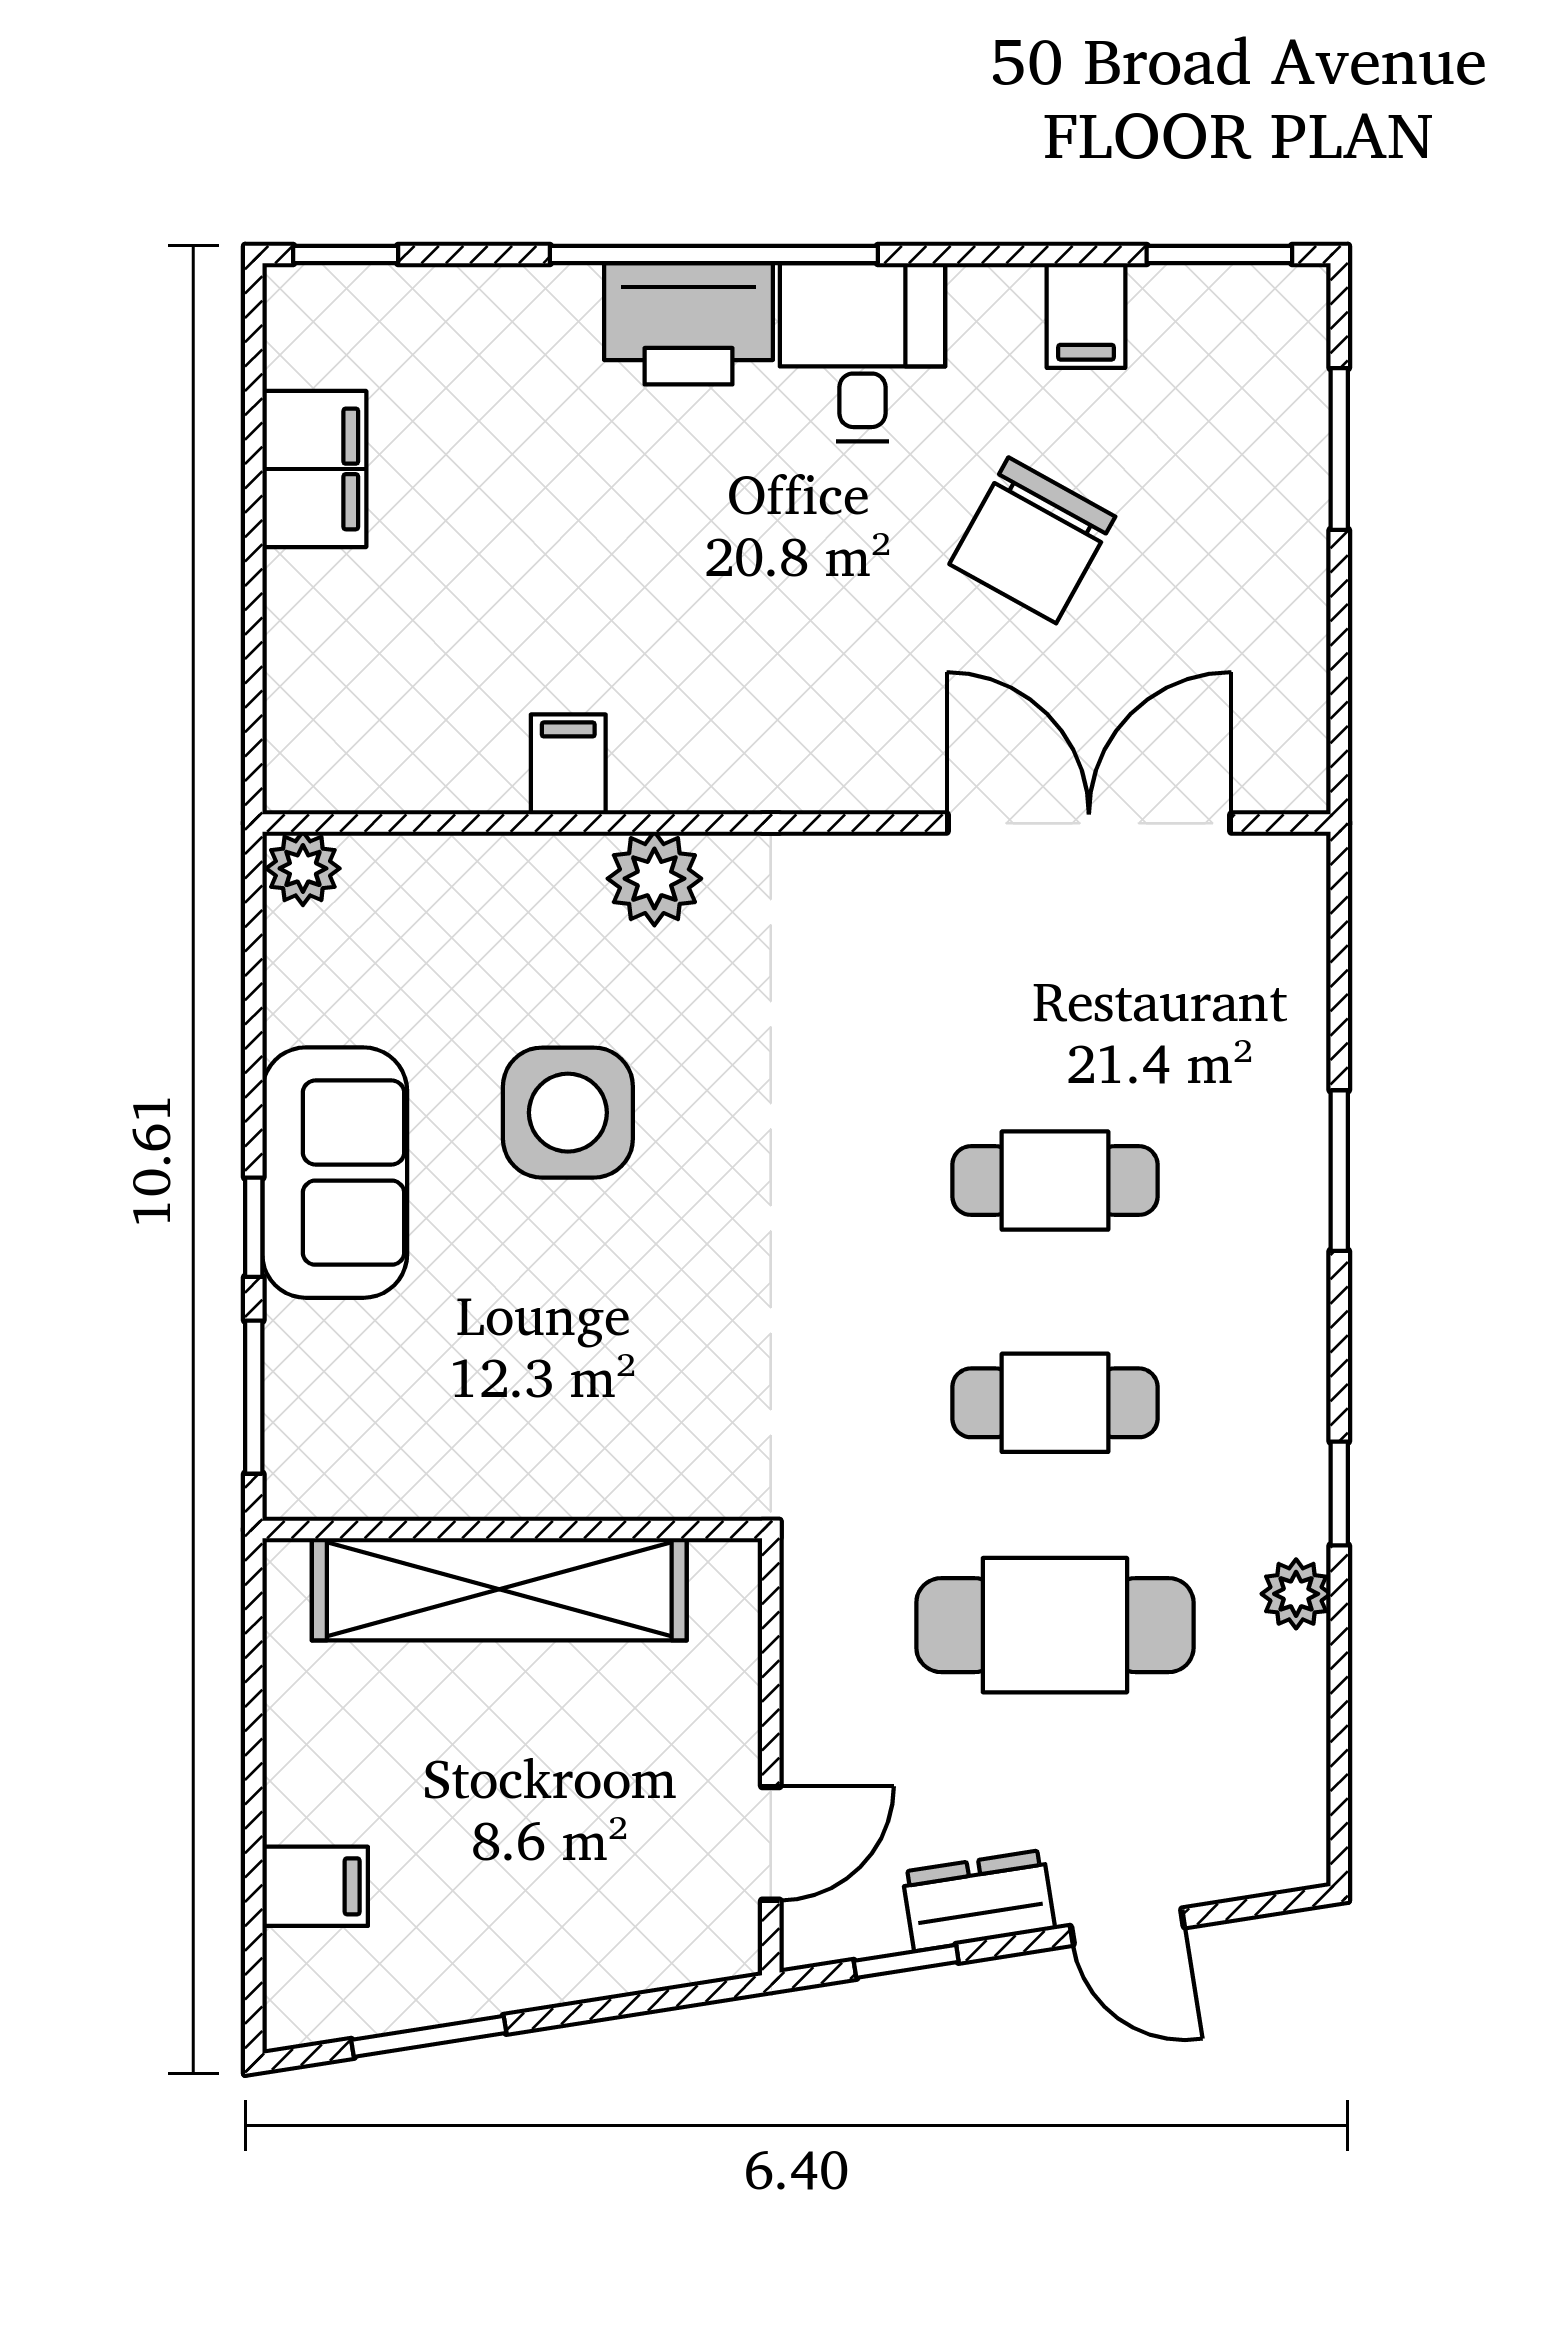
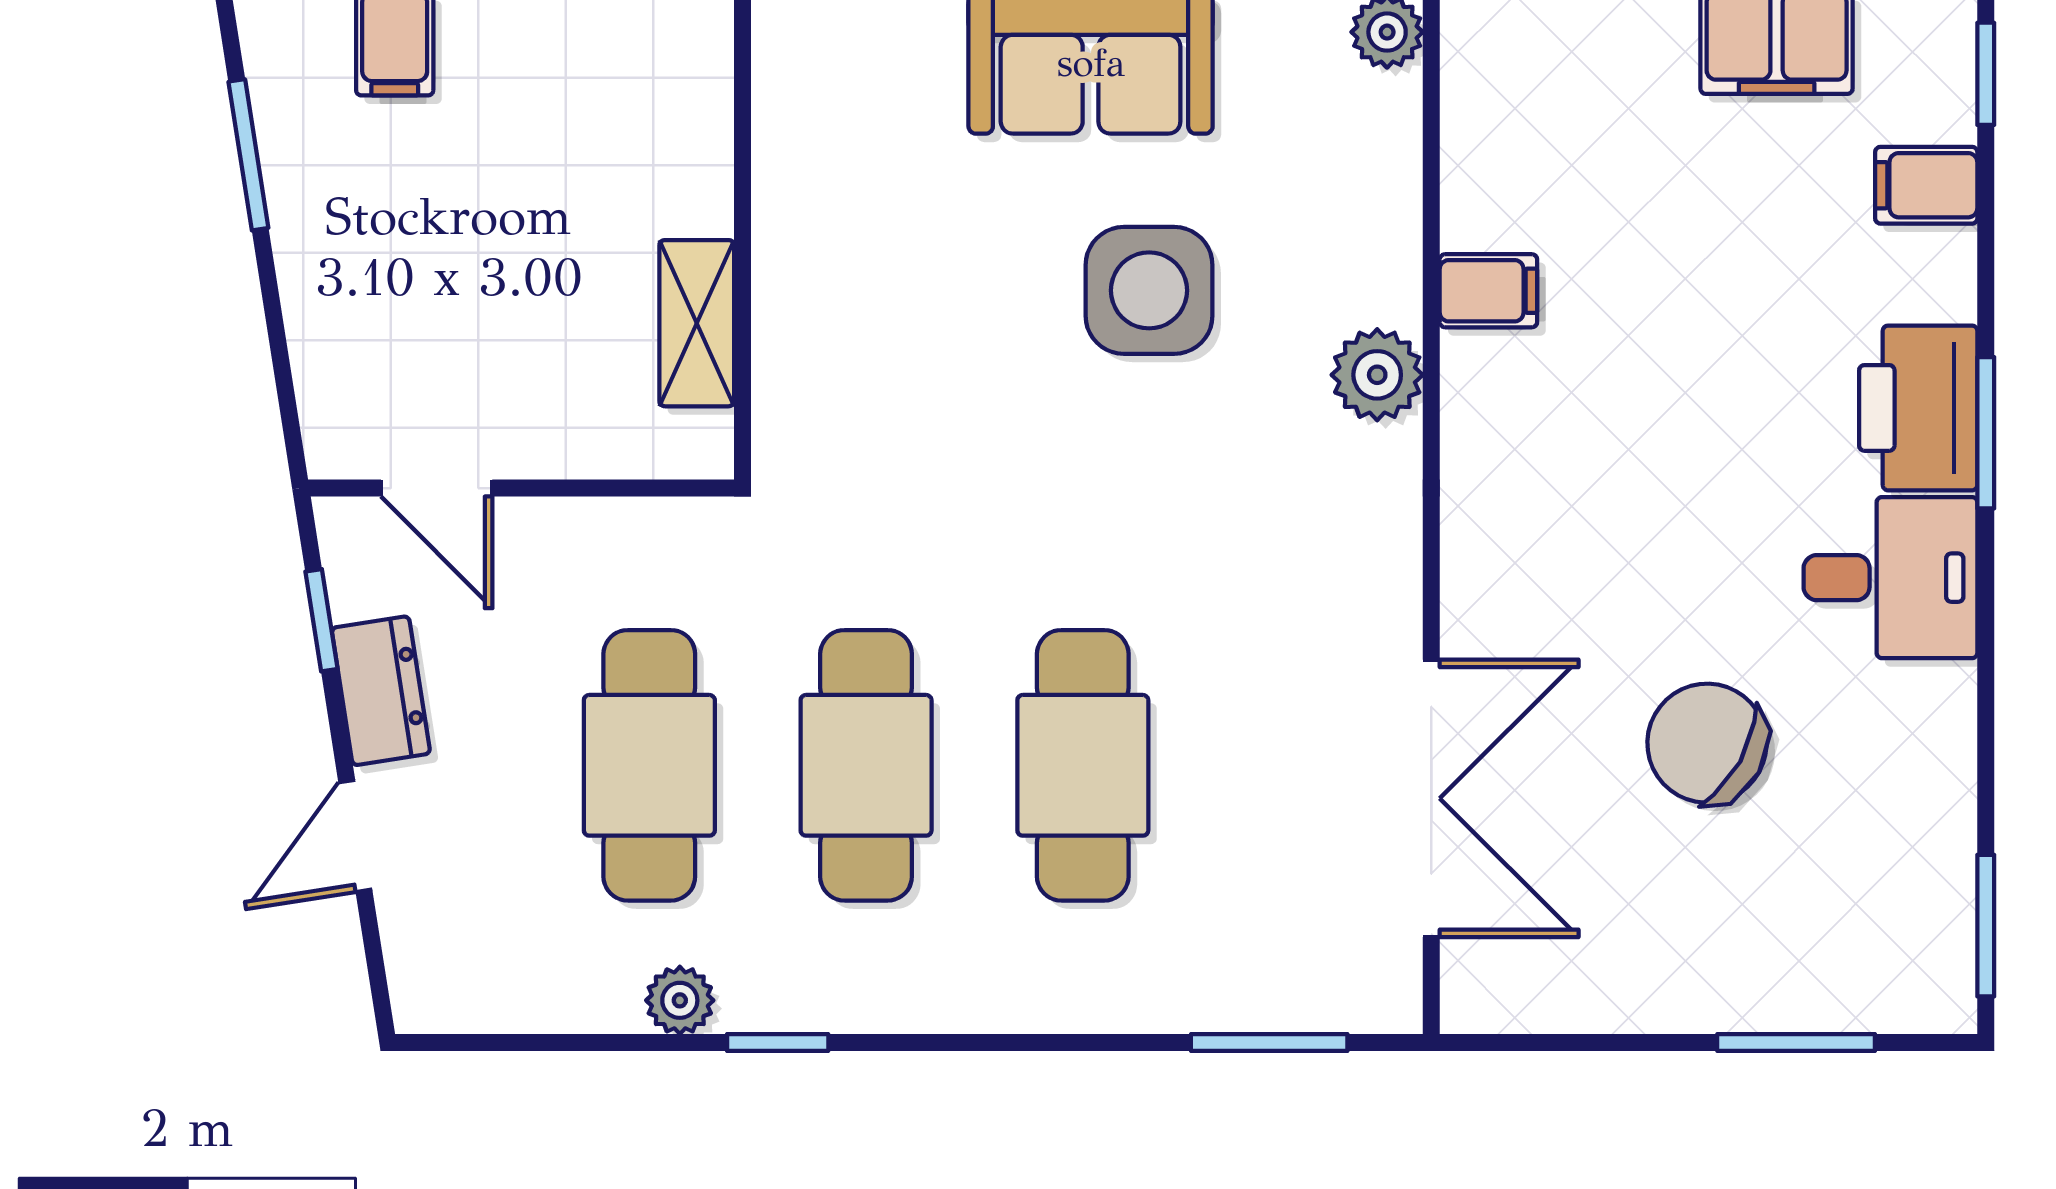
window: (714, 254) -> (1986, 433), width x0.47
filing cabinet: (1086, 315) -> (1926, 185), moved
window: (1339, 1171) -> (1269, 1043), moved
cafe table: (1055, 1181) -> (1083, 765), width x1.37, depth x1.35
cafe table: (1055, 1403) -> (866, 765), width x1.37, depth x1.35
shelving: (499, 1589) -> (697, 323), width x0.45, depth x0.75

